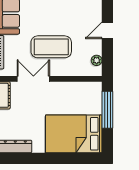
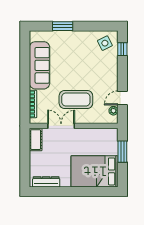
door: (107, 30) -> (122, 98), moved
window: (107, 110) -> (122, 152), width x0.69

